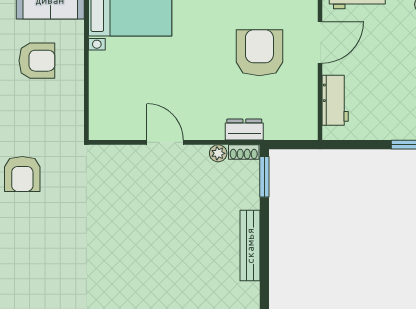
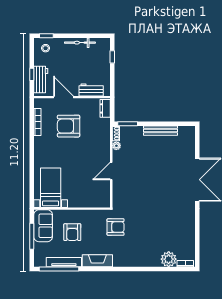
armchair: (37, 61) -> (72, 232), turned 180
dresser: (244, 130) -> (105, 108), moved
armchair: (22, 174) -> (116, 227), moved

